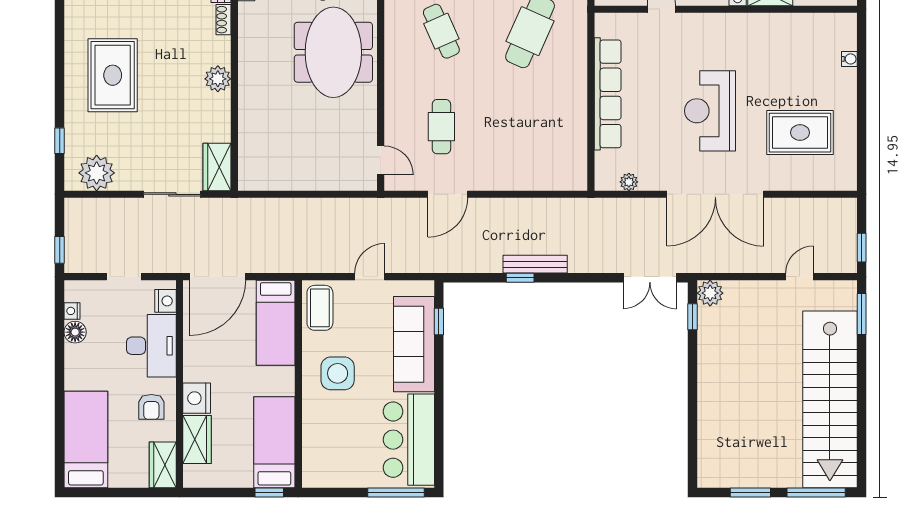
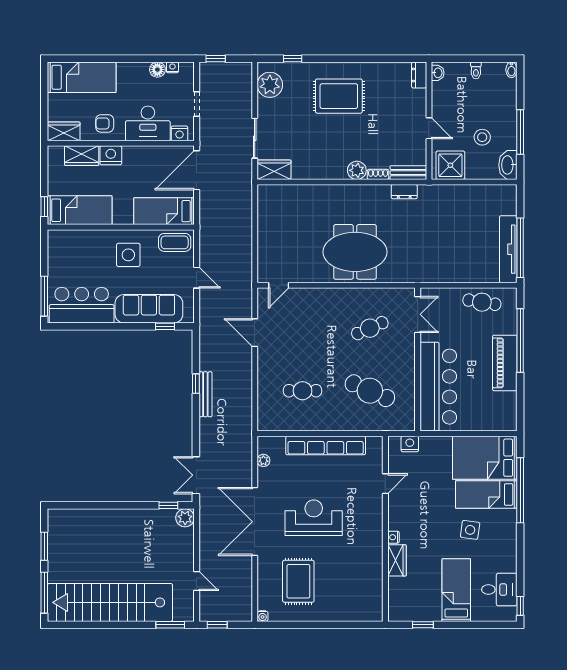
water cooler: (849, 59) -> (263, 616), moved
plant: (218, 79) -> (357, 170), moved
cafe table: (441, 127) -> (303, 391), moved
door: (218, 277) -> (197, 170), hinge flipped

